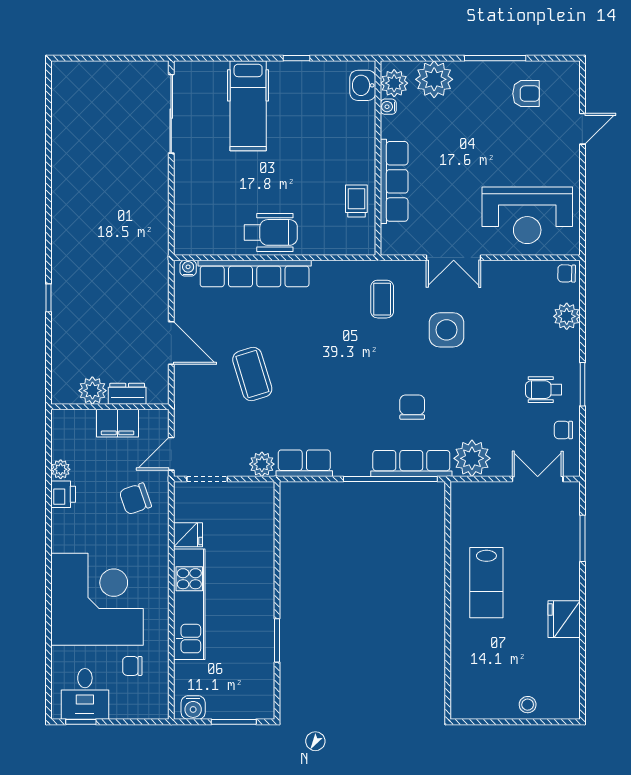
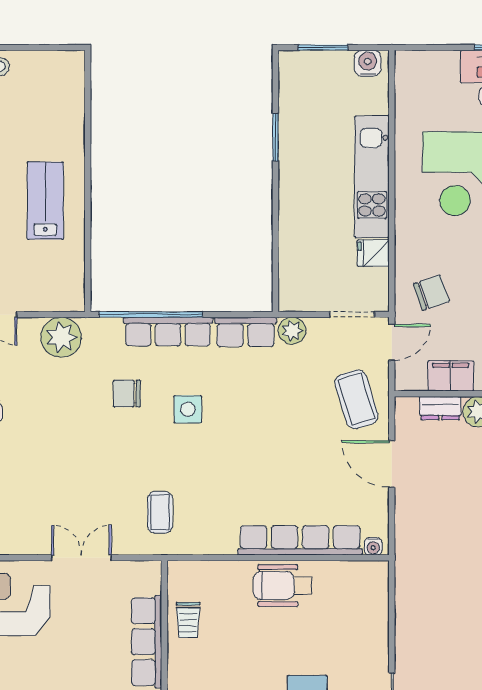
side table: (447, 330) -> (188, 409), moved, width x0.73, depth x0.73
coffee table: (252, 374) -> (356, 399), moved
chair: (412, 407) -> (127, 394), turned 90
row of seats: (411, 463) -> (168, 332), moved
chair: (132, 666) -> (434, 109), removed

